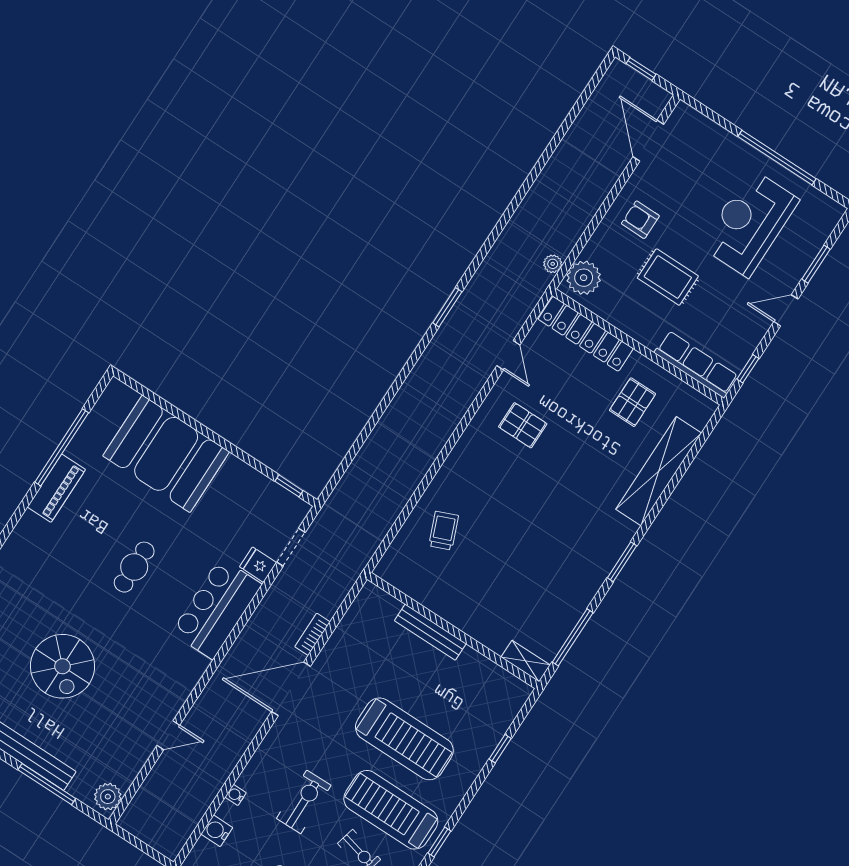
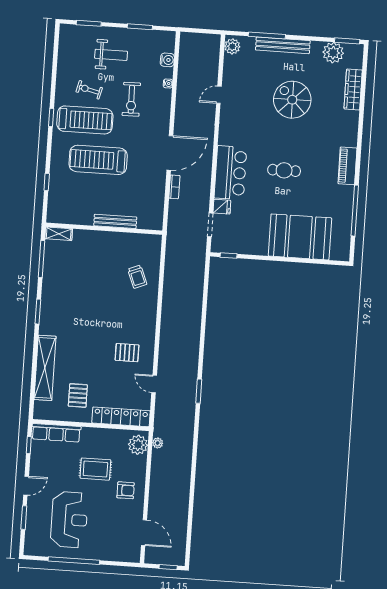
piano: (56, 488) -> (347, 166), moved
cafe table: (134, 567) -> (284, 170), turned 90

